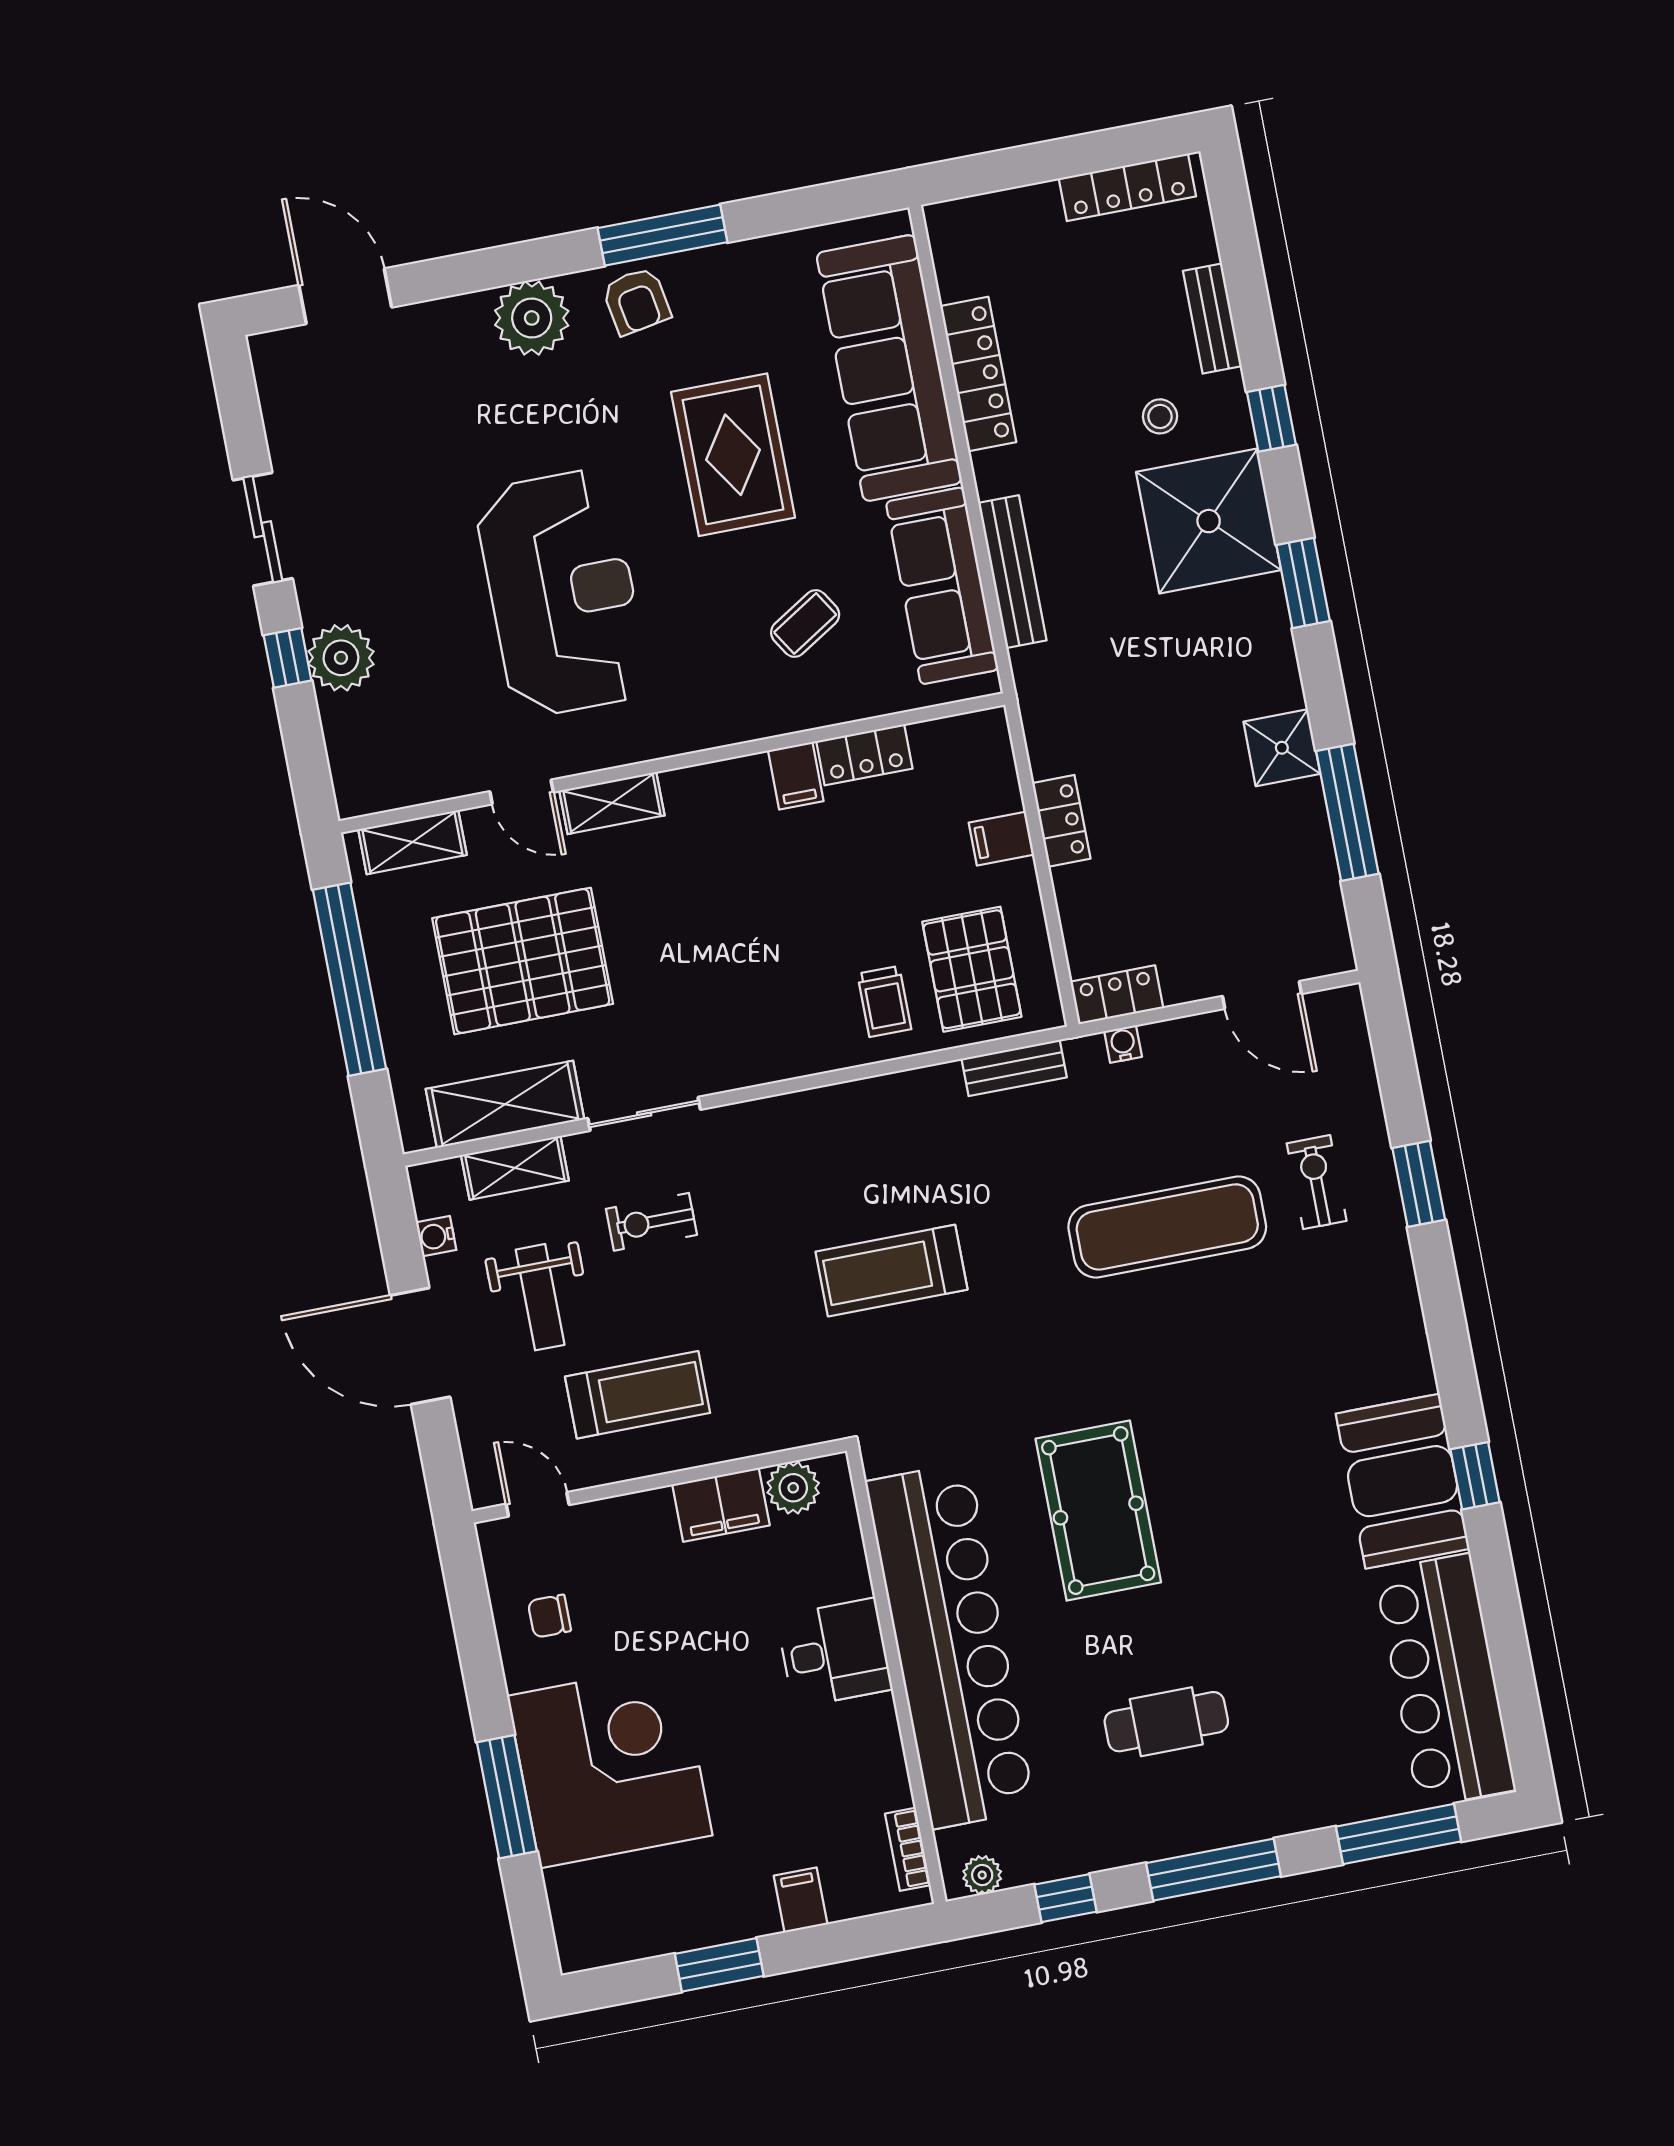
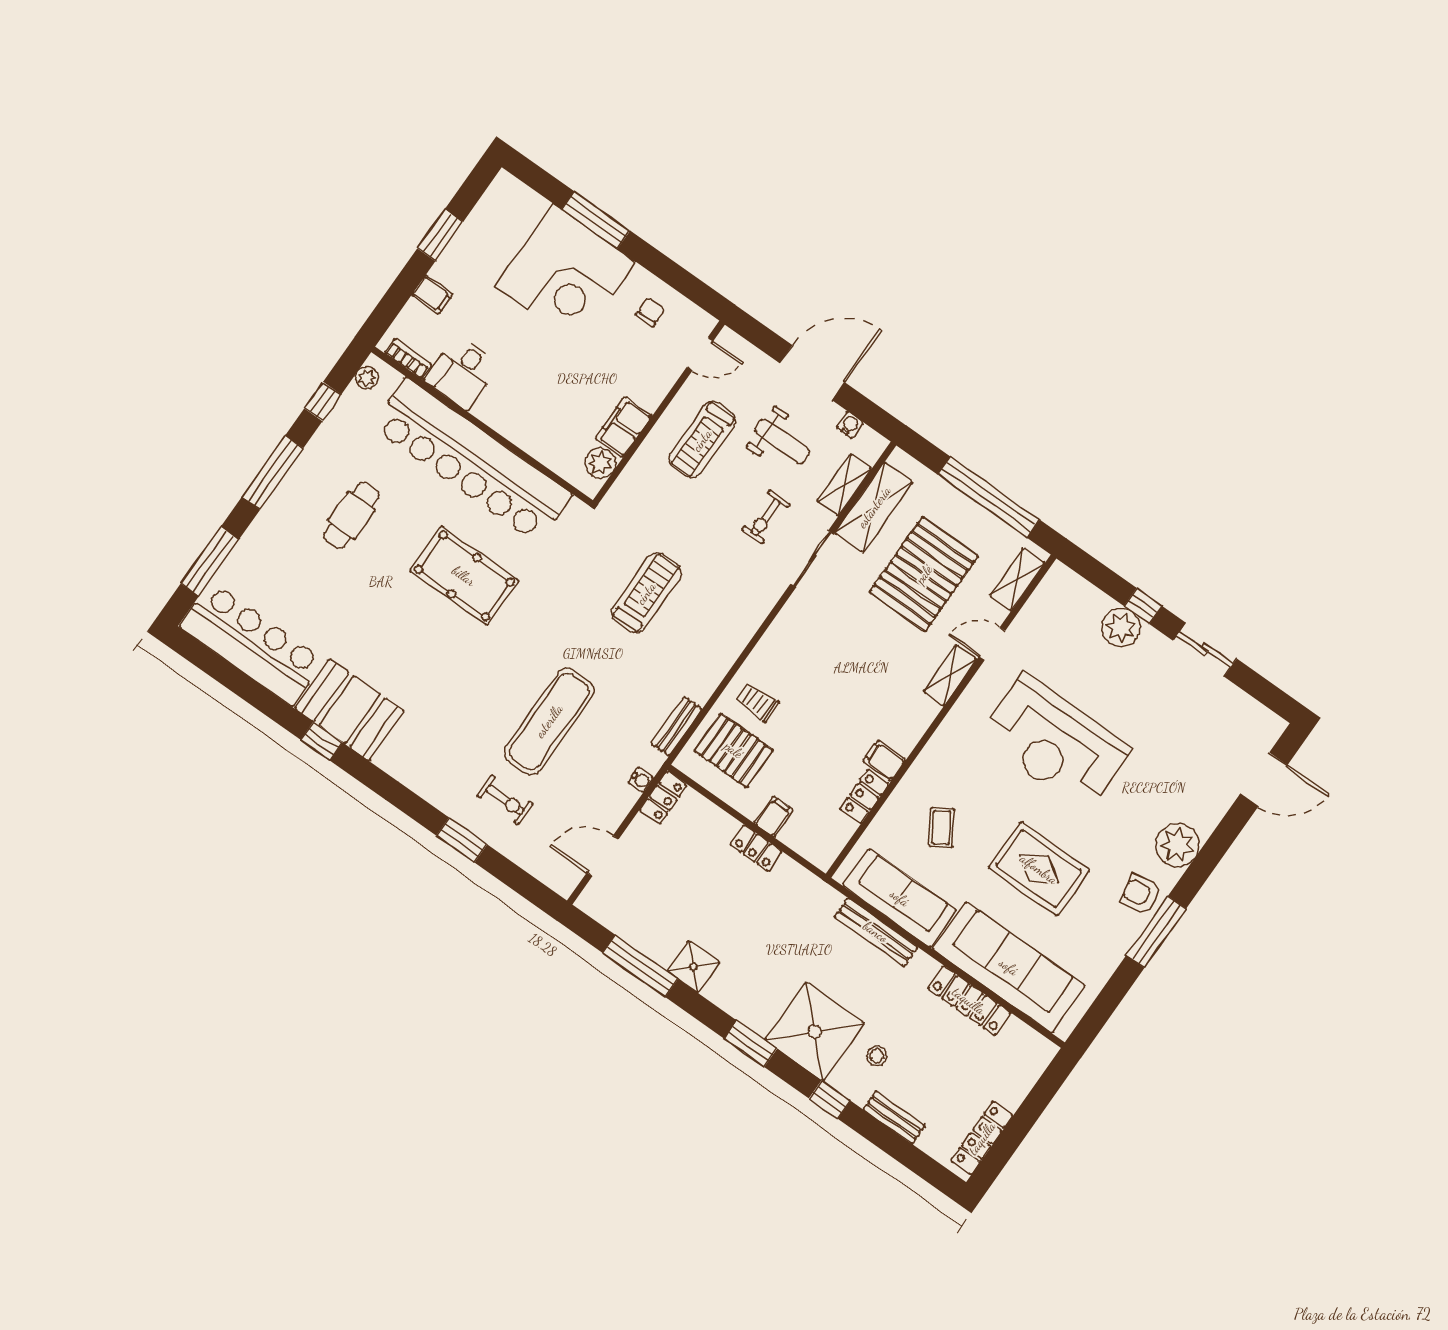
exercise bike: (651, 1222) -> (766, 517), turned 180
weight bench: (540, 1297) -> (782, 441), turned 180
desk: (835, 1653) -> (462, 372), moved

